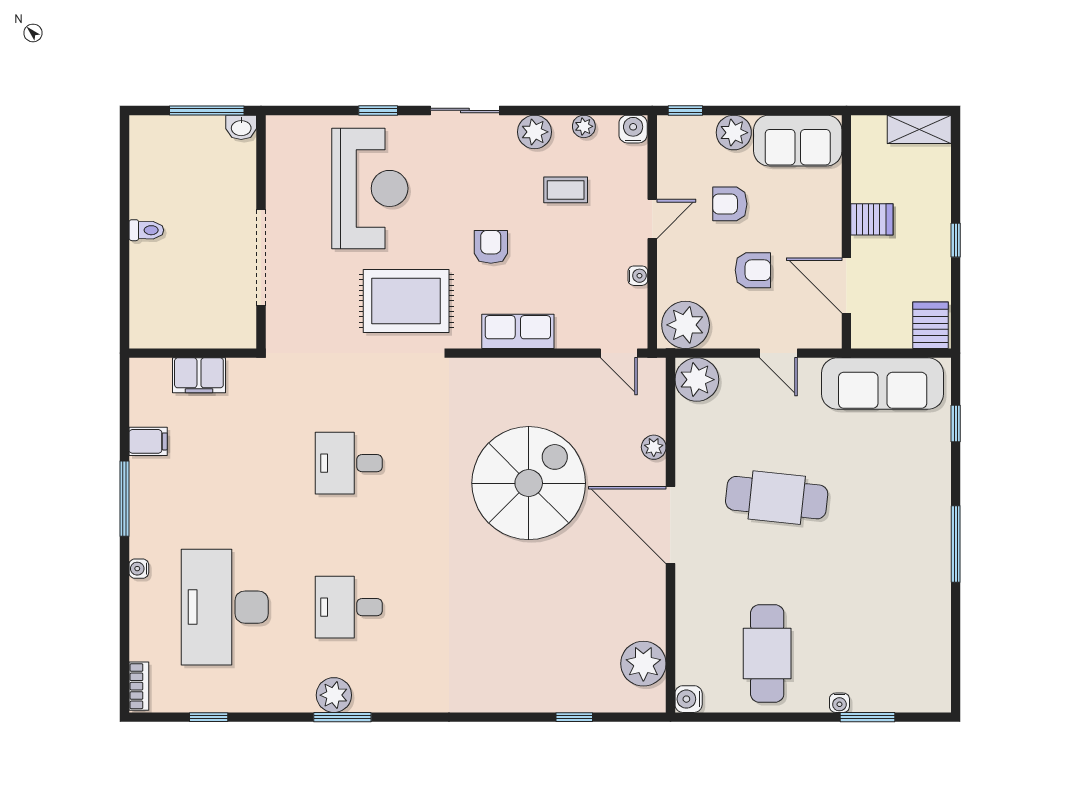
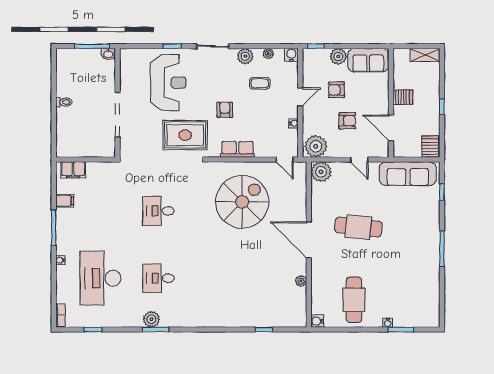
filing cabinet: (199, 375) -> (73, 170), moved
plant: (654, 447) -> (301, 203), removed
spiral stairs: (529, 483) -> (242, 202), moved
plant: (643, 664) -> (301, 281), moved, width x0.53, depth x0.53

